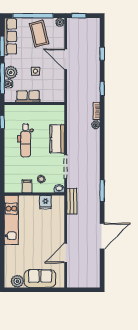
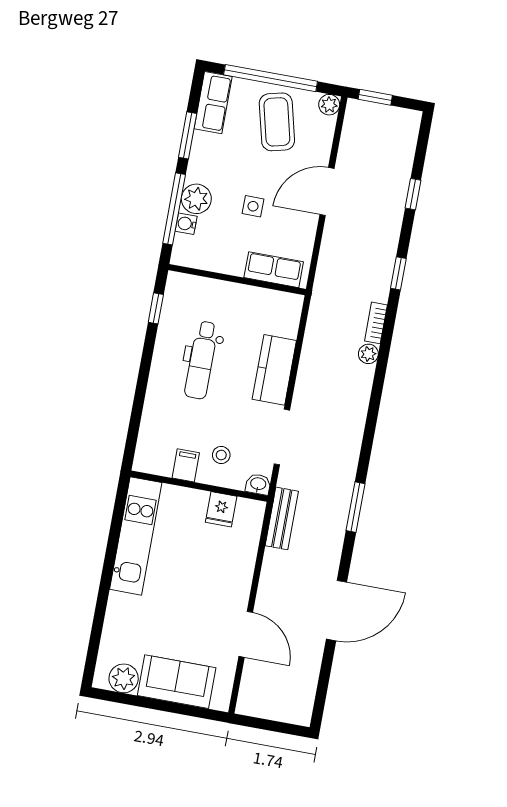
row of seats: (10, 36) -> (213, 103), width x0.68
door: (66, 59) -> (327, 191), hinge flipped
row of seats: (28, 96) -> (274, 270), moved
door: (66, 253) -> (246, 634), swing flipped

